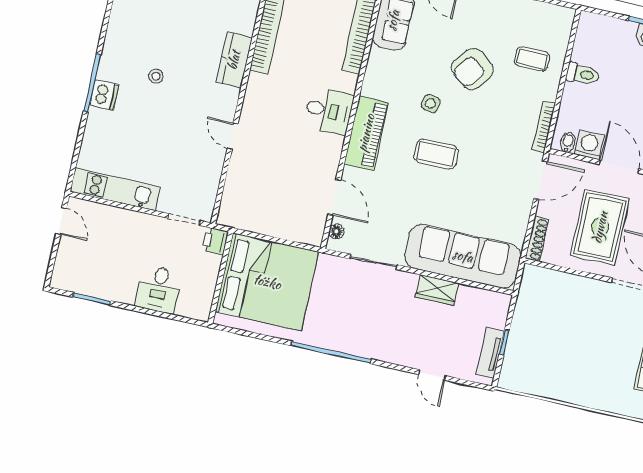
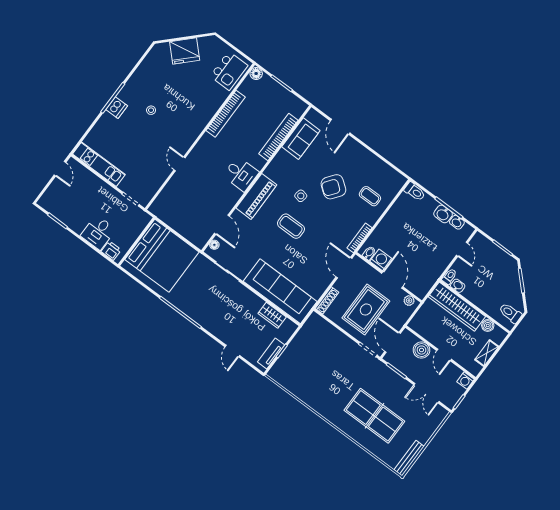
kitchen counter: (234, 60) -> (200, 121), removed
toilet: (583, 74) -> (415, 192), moved
door: (540, 180) -> (344, 268), swing flipped
printer: (215, 241) -> (111, 251), moved, turned 90
wardrobe: (437, 290) -> (272, 315), moved

